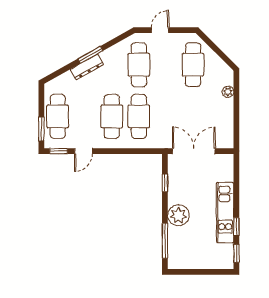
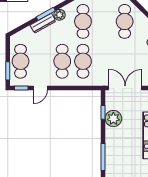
plant: (108, 56) -> (60, 15), added
plant: (178, 215) -> (113, 119), moved

